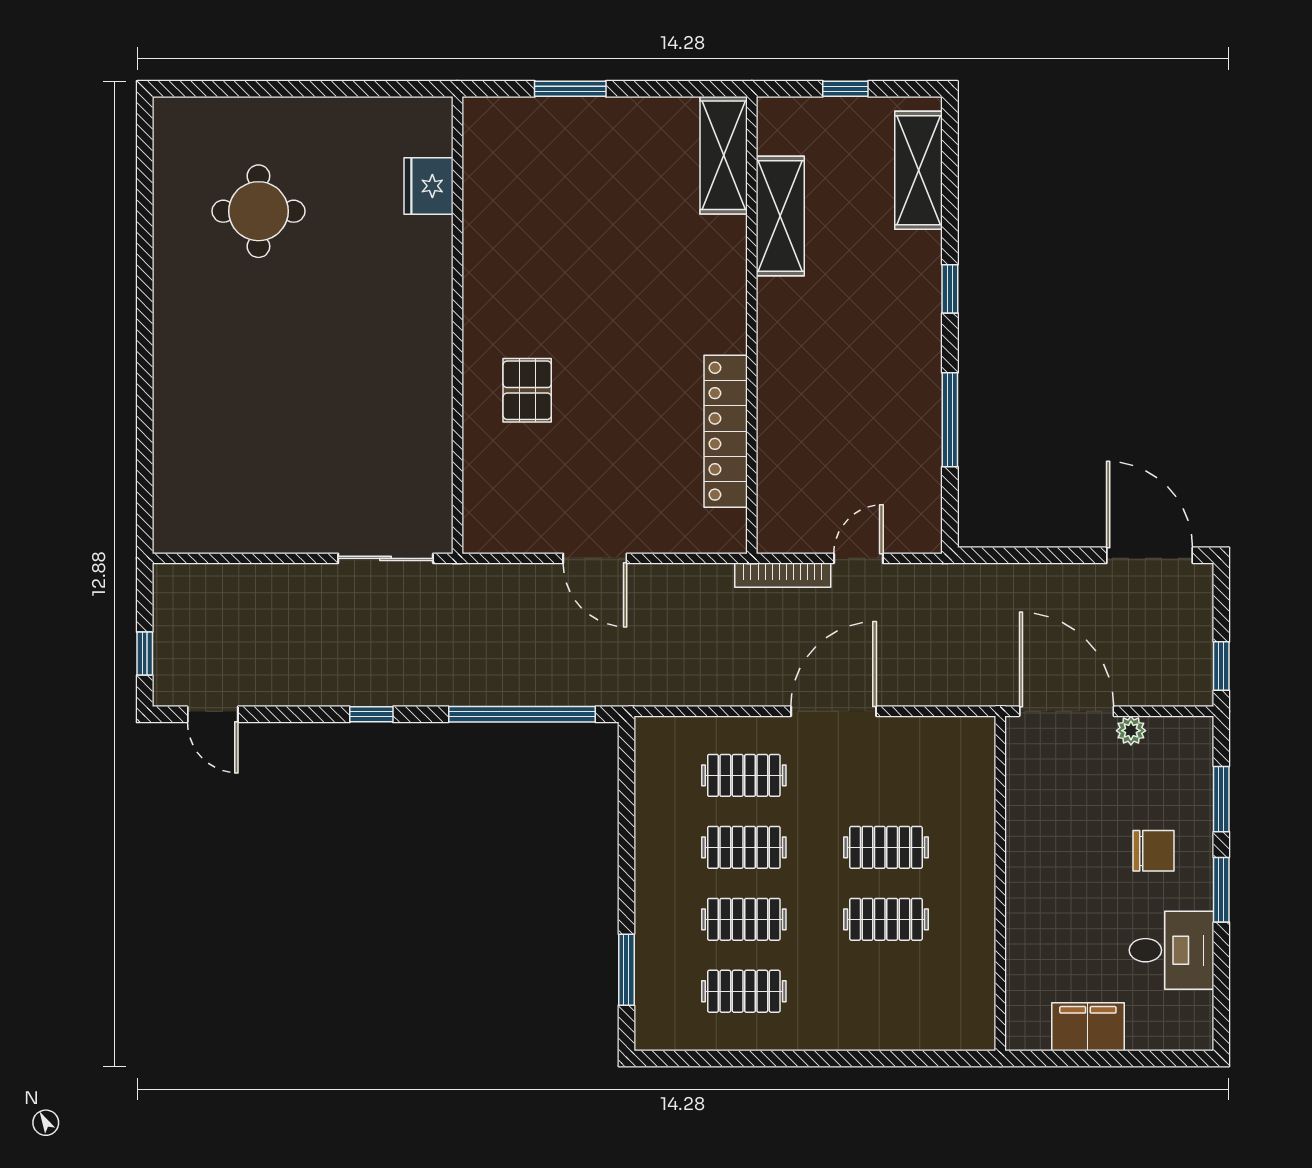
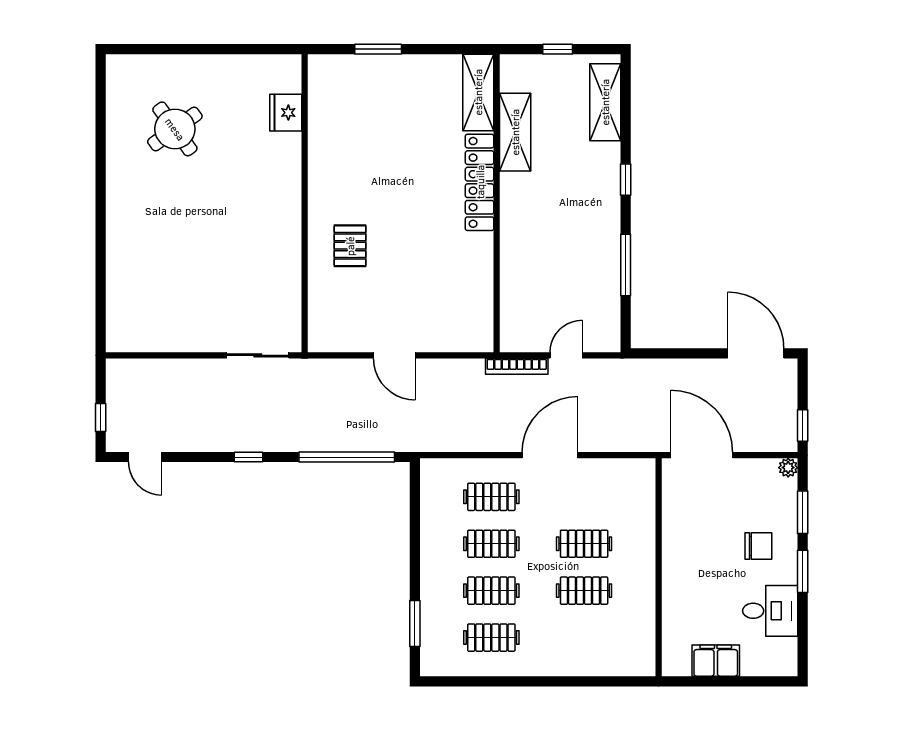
round table: (258, 211) -> (175, 129), turned -36
locker: (726, 431) -> (480, 182), moved
plant: (1131, 731) -> (788, 468), moved

